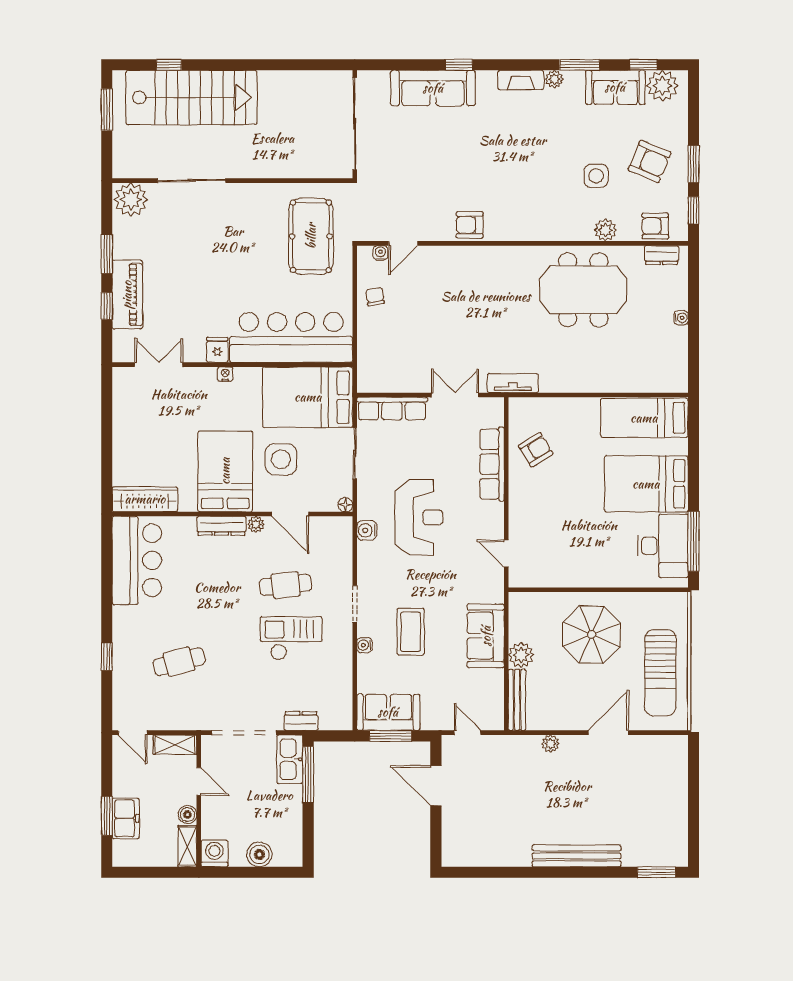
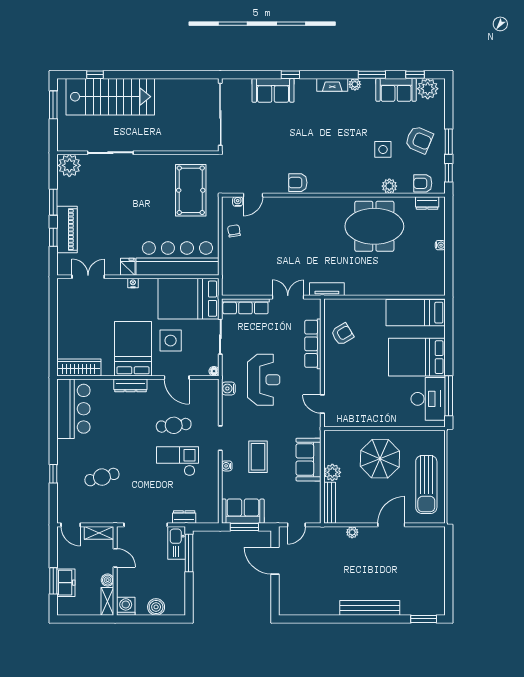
sofa: (433, 88) -> (273, 90), width x0.73
plant: (256, 524) -> (154, 384), removed
door: (468, 733) -> (296, 525), swing flipped

